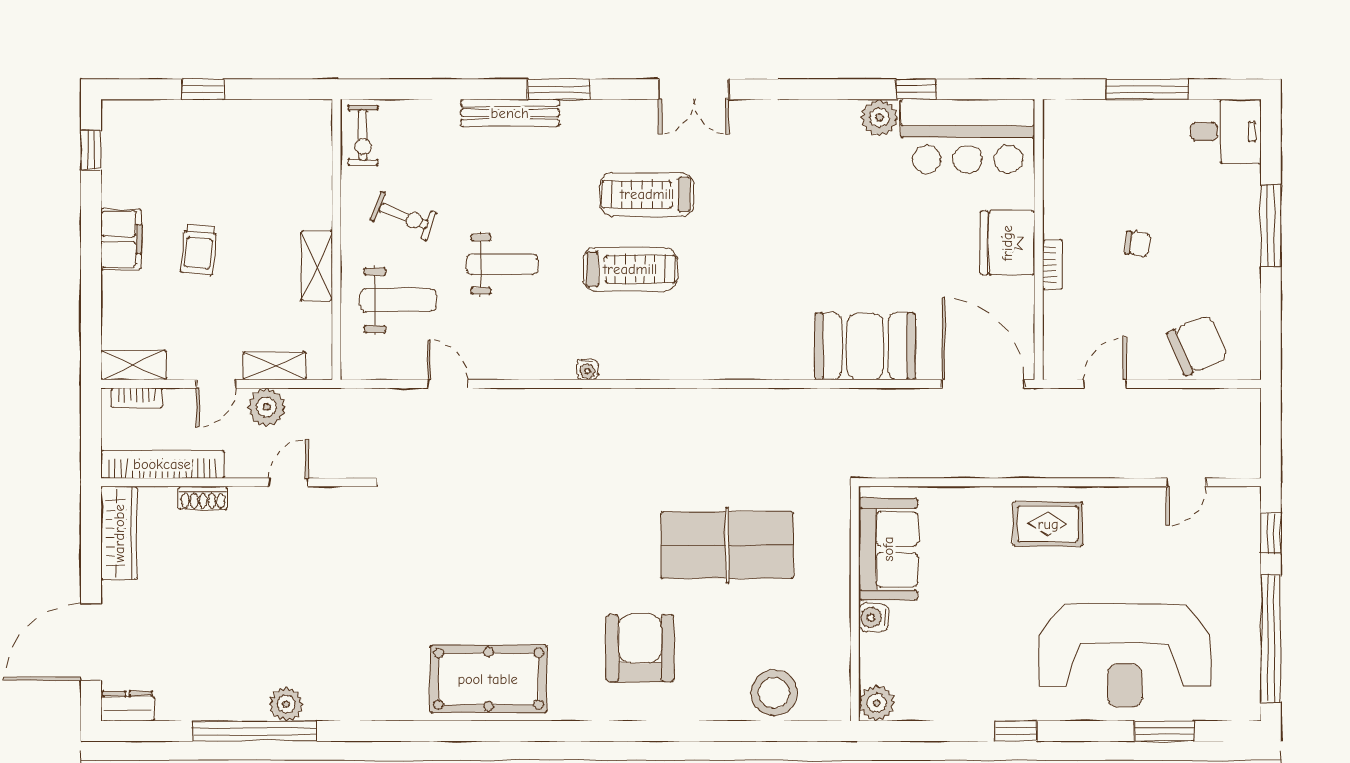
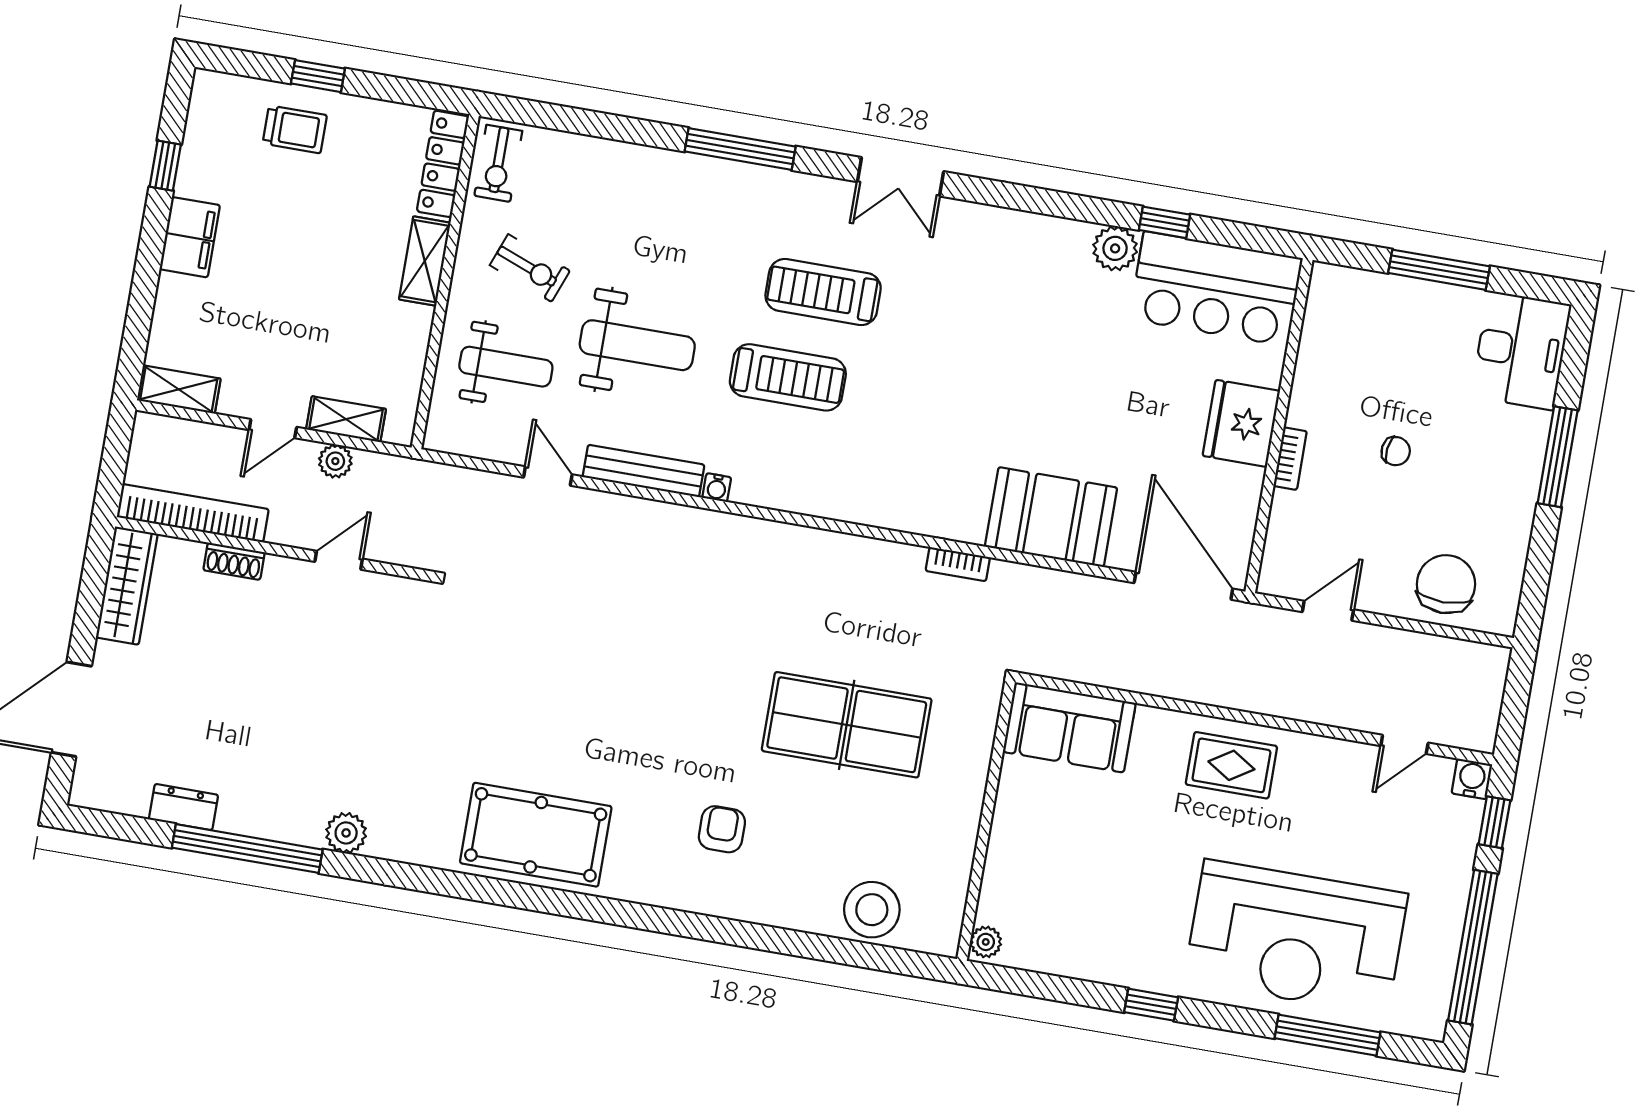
window: (559, 89) -> (740, 149), width x1.44
bench: (510, 113) -> (644, 471), moved
desk: (1226, 132) -> (1521, 351), width x1.37
locker: (318, 143) -> (443, 164), added
window: (91, 150) -> (165, 166), moved
trolley: (199, 250) -> (295, 129), moved, turned -96
weight bench: (502, 264) -> (637, 345), width x1.36, depth x1.33
shelving: (317, 266) -> (425, 261), moved
chair: (1198, 345) -> (1446, 584), turned -67
bookcase: (137, 398) -> (958, 564), moved
plant: (267, 407) -> (335, 461), width x0.73, depth x0.73
sofa: (888, 549) -> (1069, 727), moved, turned 90
water cooler: (873, 618) -> (1472, 779), moved, turned 90
armchair: (640, 648) -> (722, 829), width x0.53, depth x0.53
plant: (877, 703) -> (986, 942), width x0.73, depth x0.73
plant: (286, 704) -> (346, 833), moved
dresser: (128, 706) -> (183, 807), moved
window: (1164, 731) -> (1328, 1035), width x1.44

